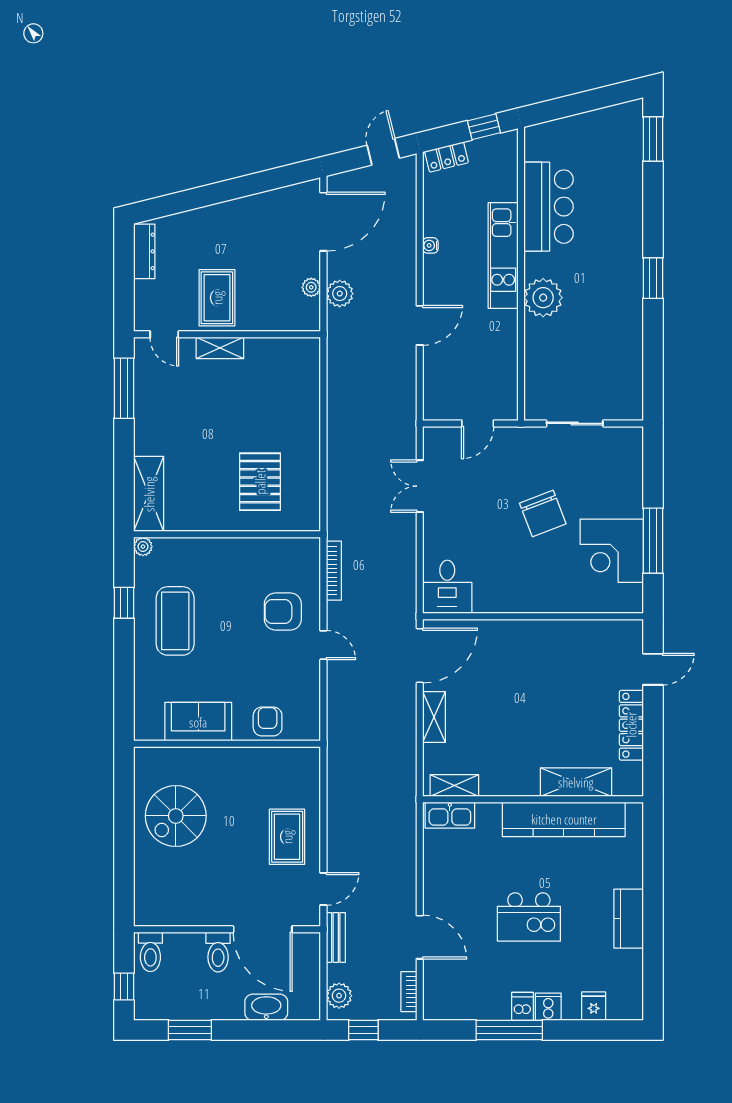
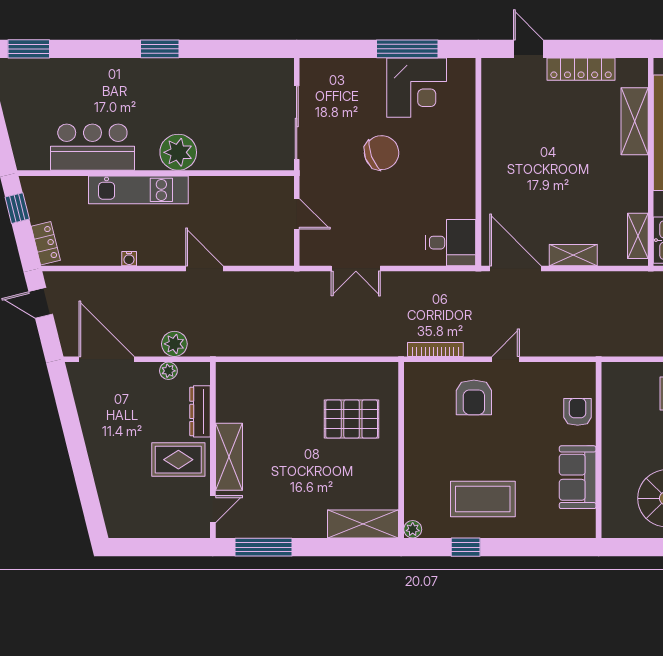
dresser: (144, 251) -> (200, 411), moved, turned -90
shelving: (220, 348) -> (229, 457), width x1.50, depth x1.33
sliding door: (575, 423) -> (297, 123), width x1.37
armchair: (268, 721) -> (578, 412), turned 90

